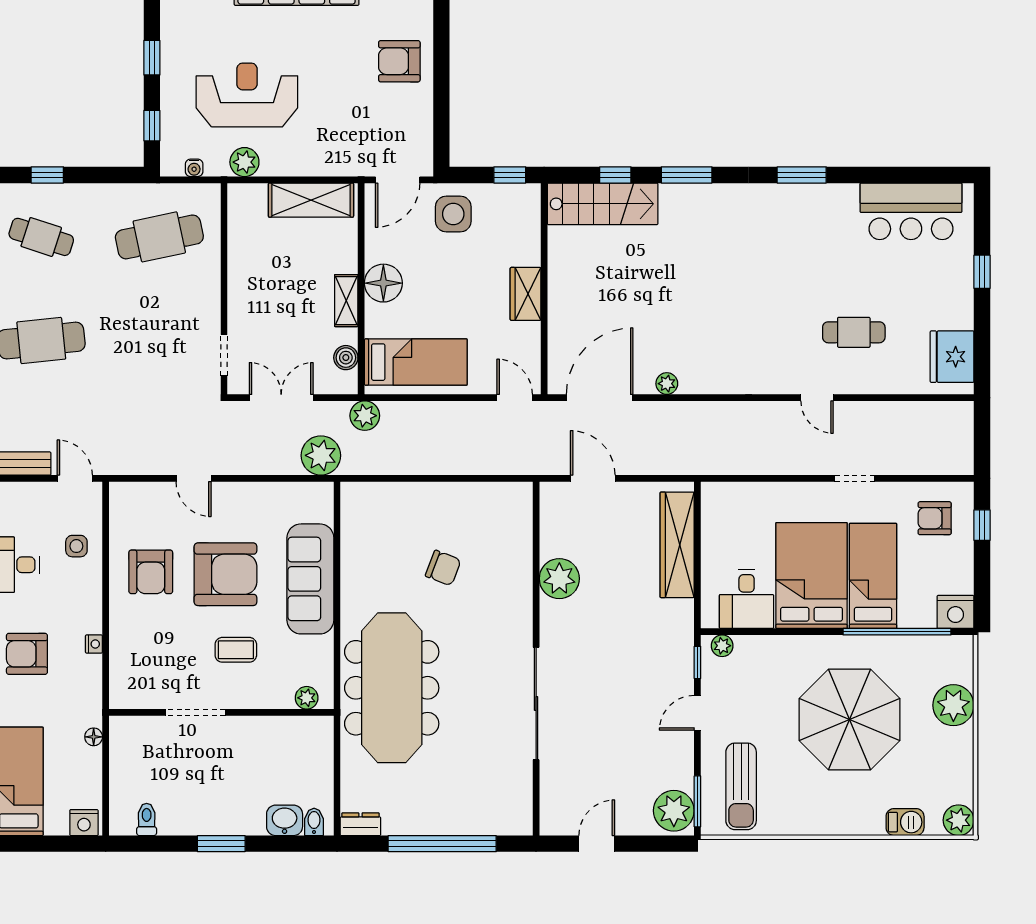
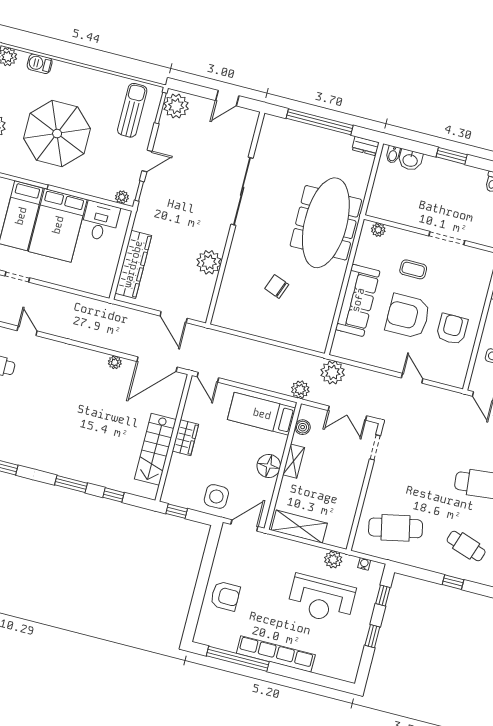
stairs: (603, 204) -> (155, 449), moved, turned -90

